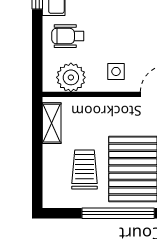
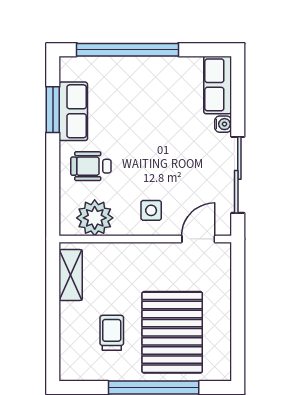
trolley: (85, 169) -> (112, 333), width x0.73, depth x0.72

